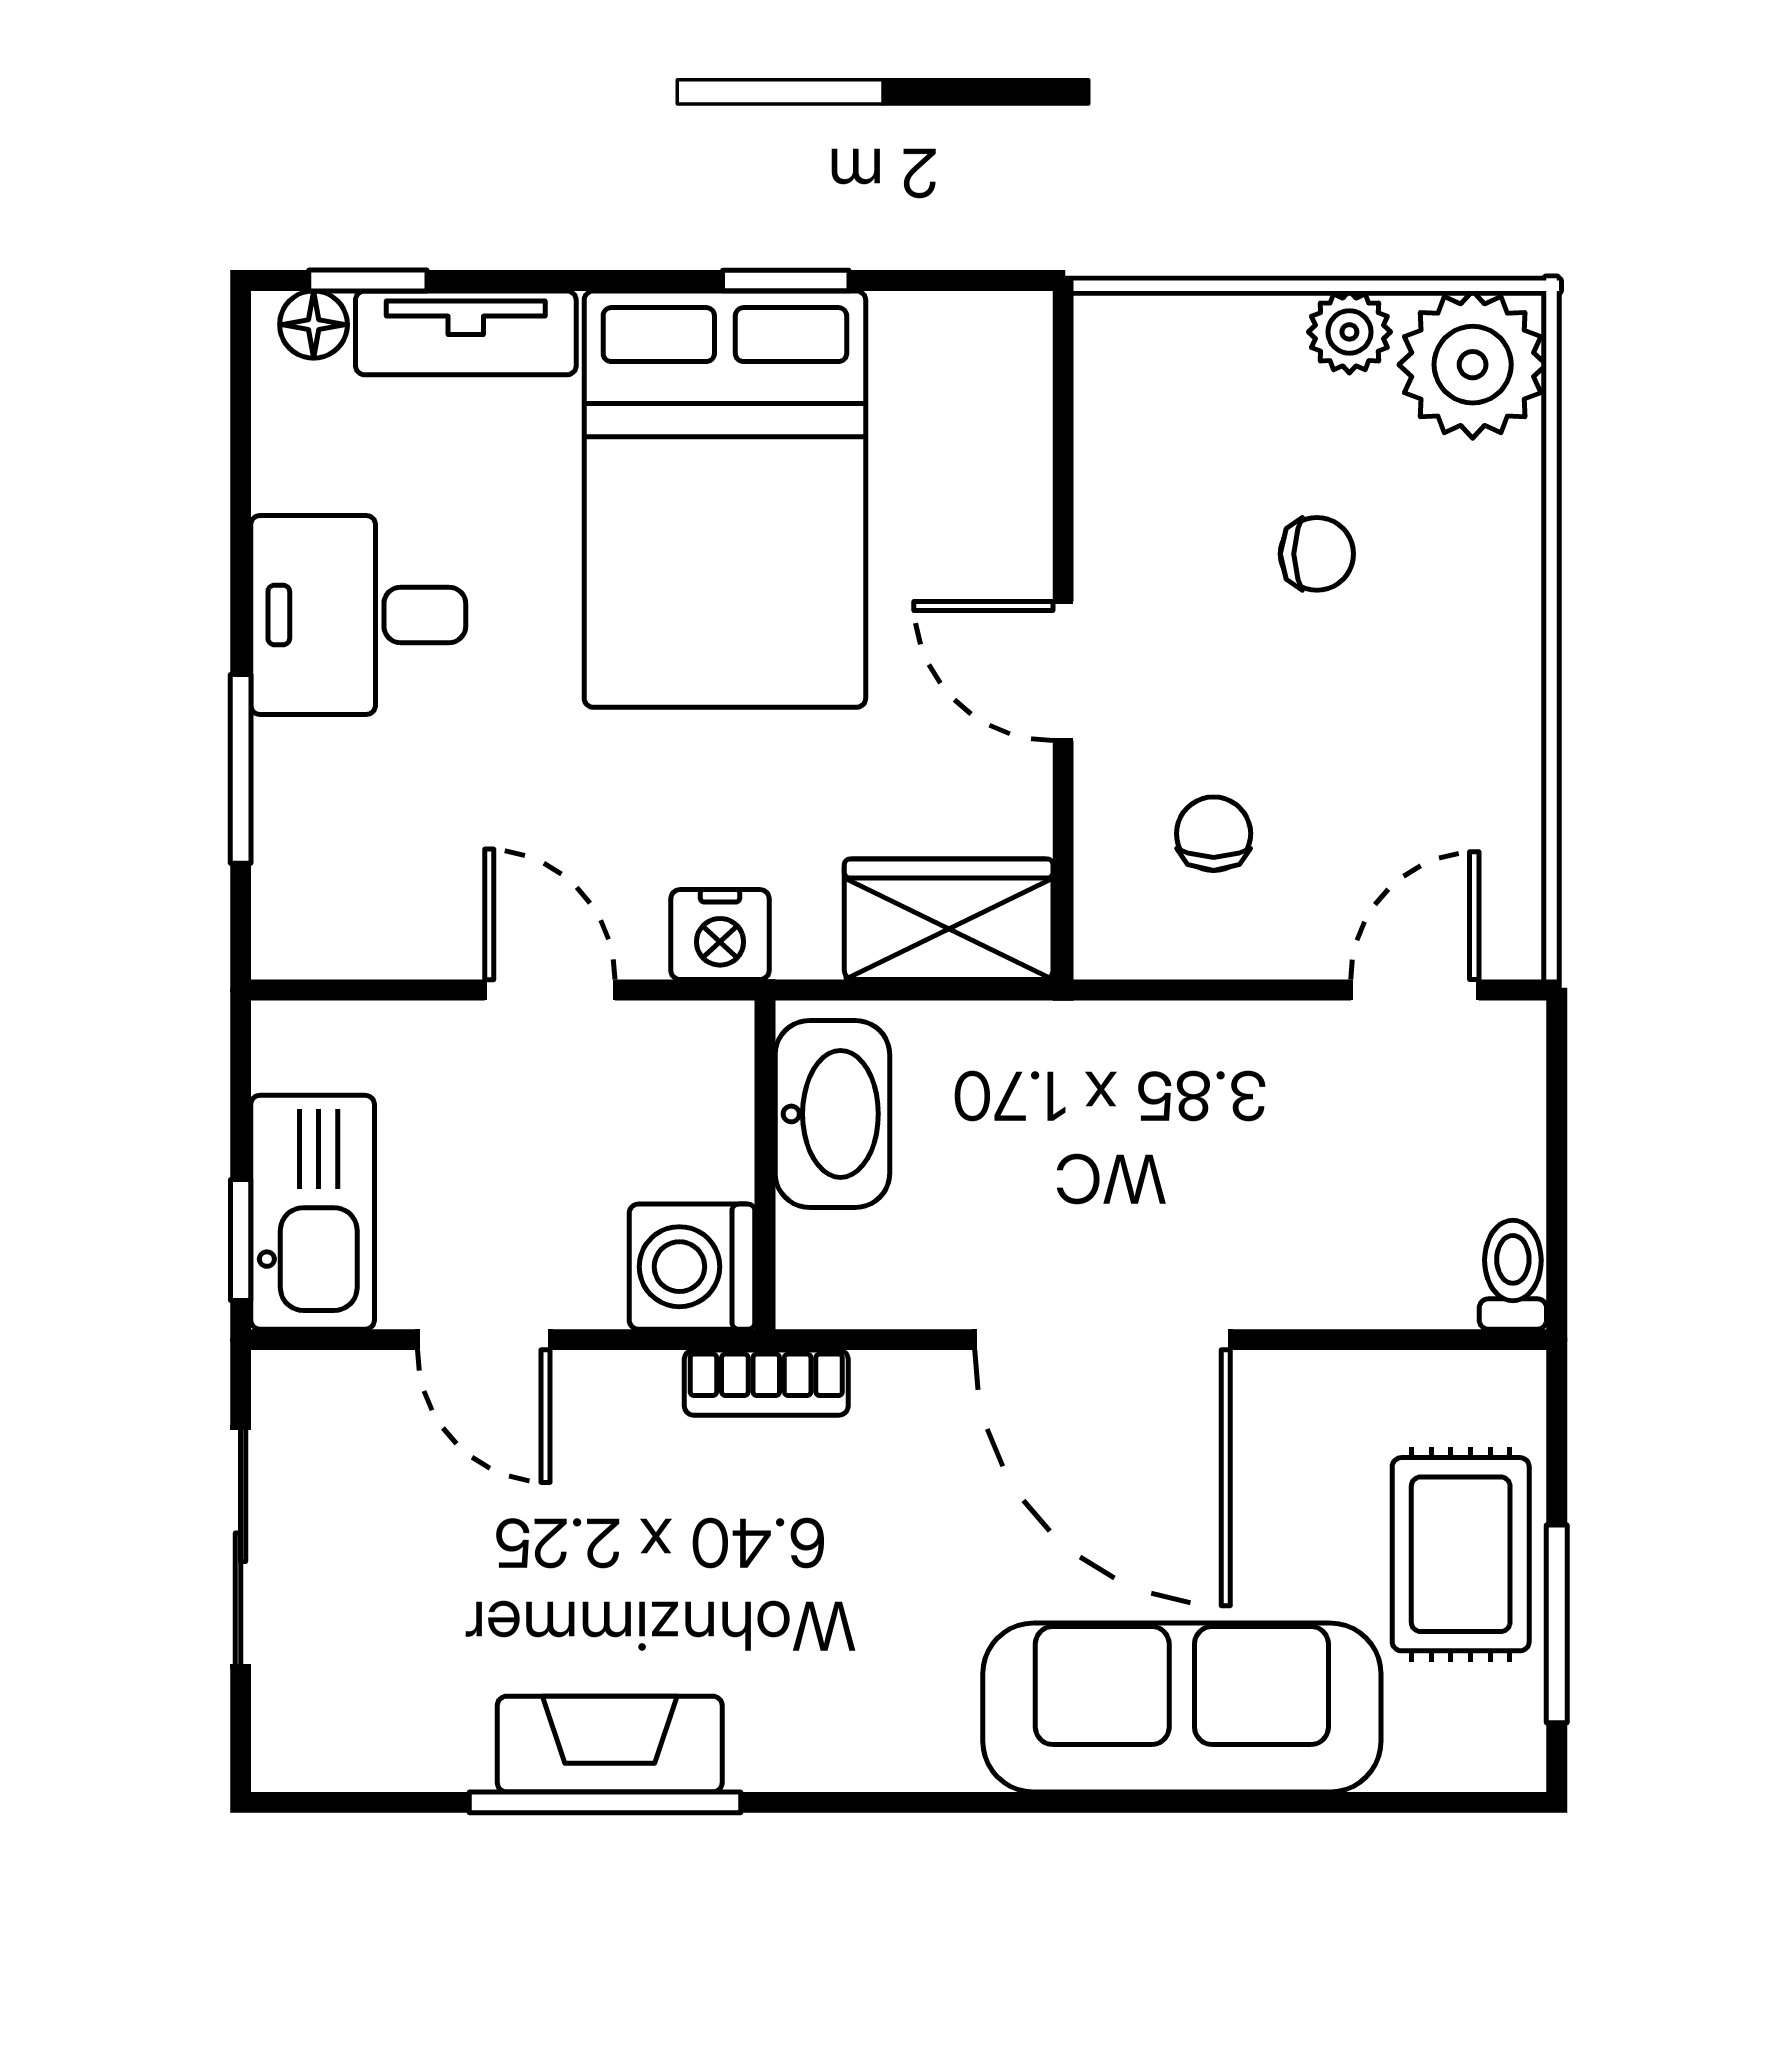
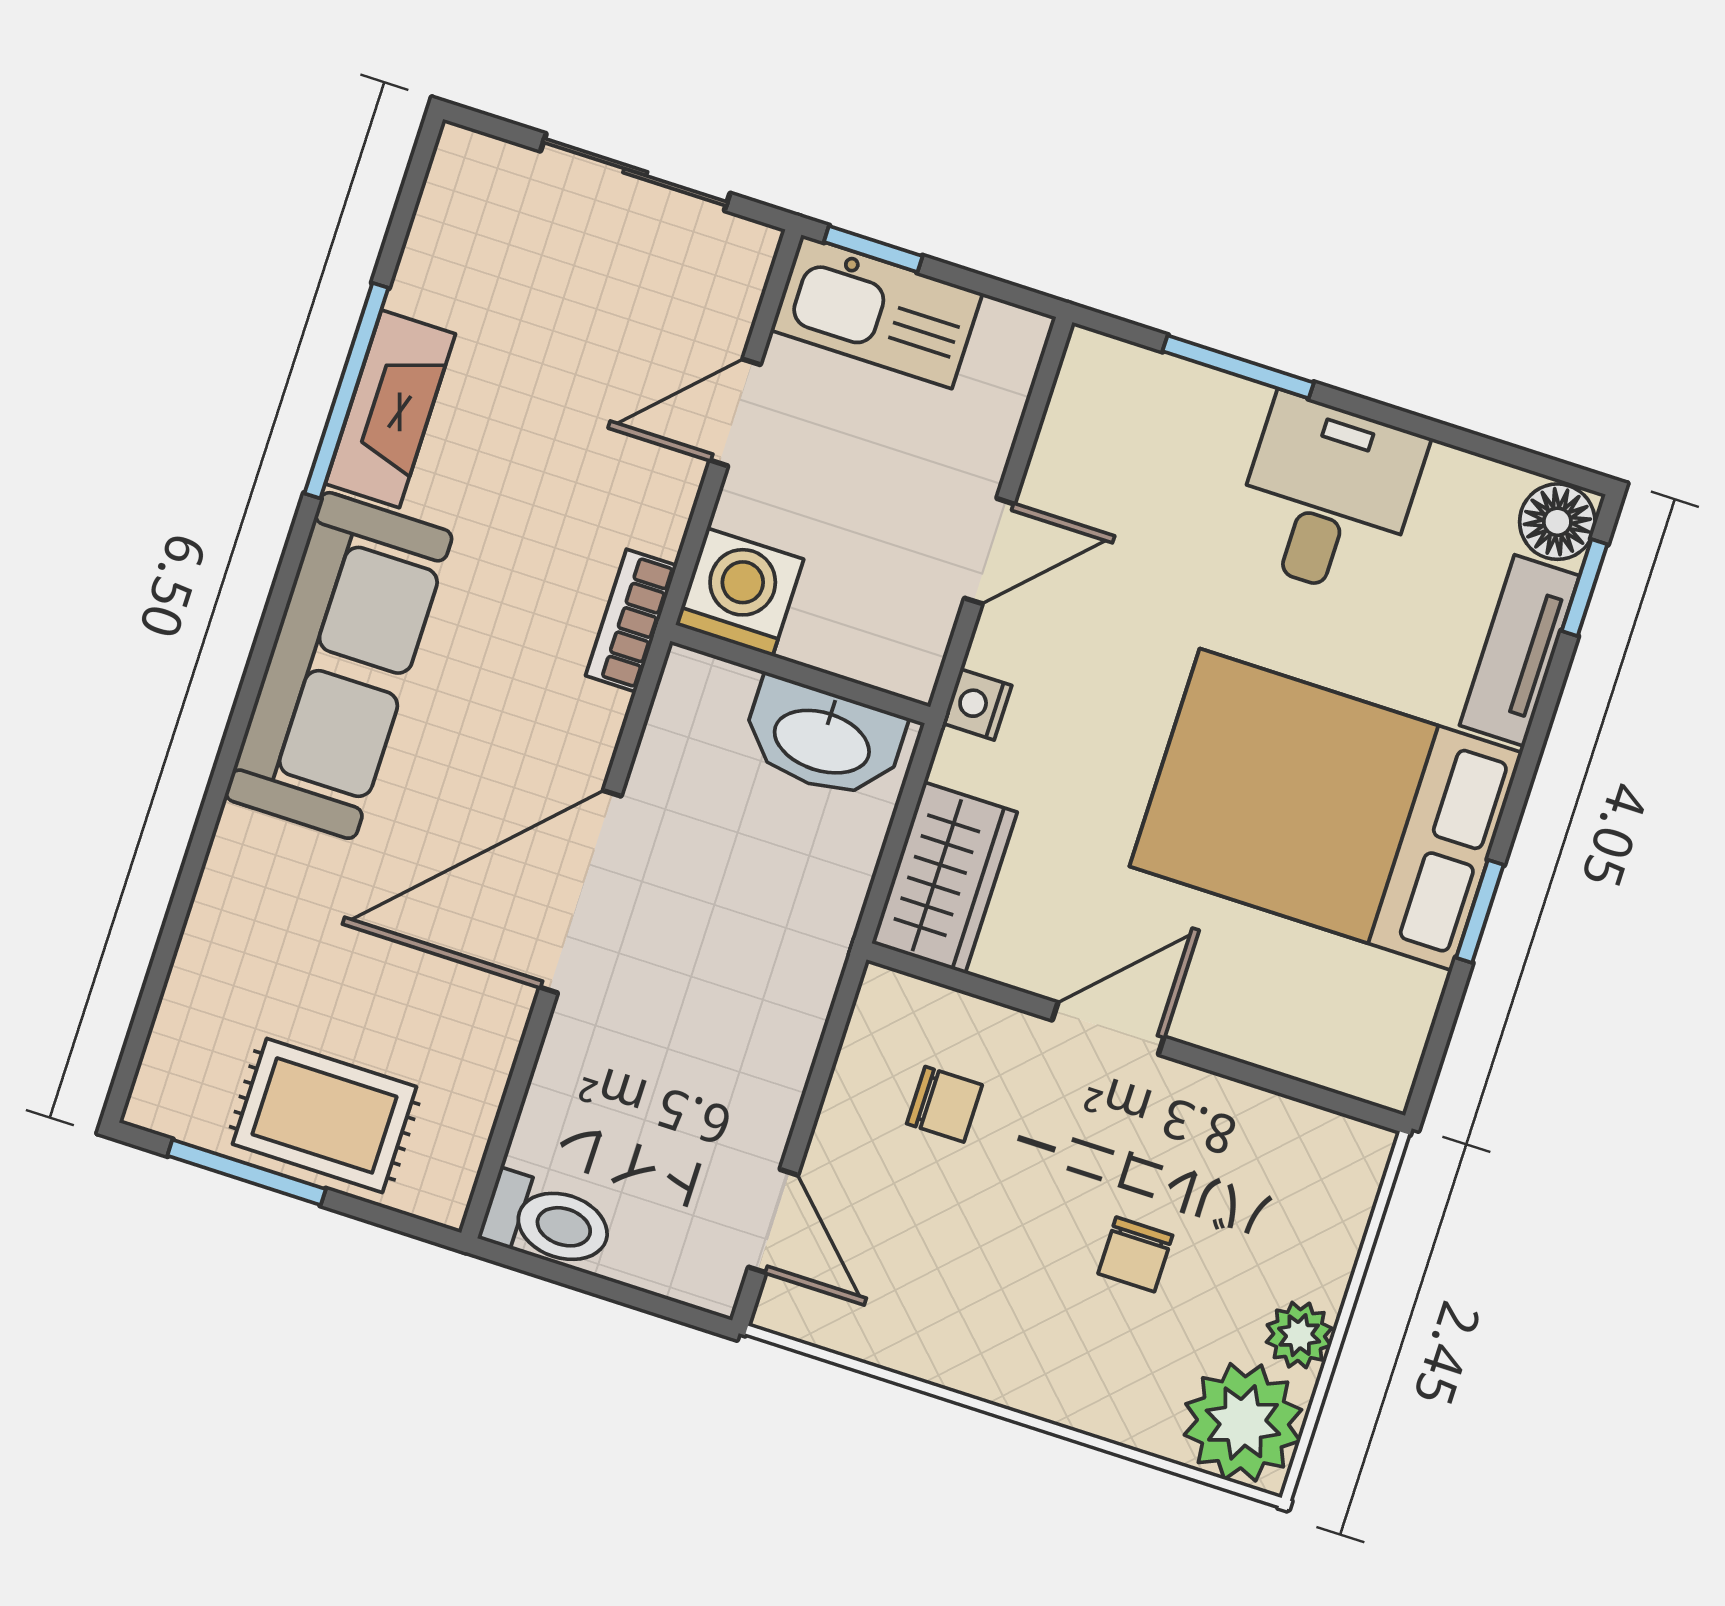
floor lamp: (314, 325) -> (1557, 522), width x1.37, depth x1.37
nightstand: (720, 935) -> (977, 704), width x0.72, depth x0.74
toilet: (1513, 1275) -> (547, 1221), width x1.37, depth x1.39
sofa: (1182, 1707) -> (339, 665), moved

